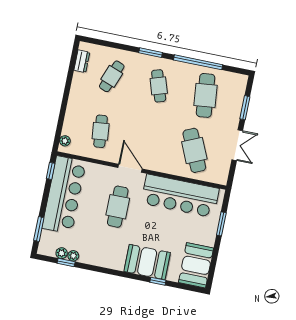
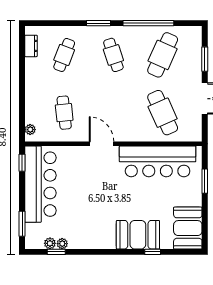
cafe table: (206, 95) -> (163, 55), turned 30
cafe table: (118, 207) -> (97, 185), removed

